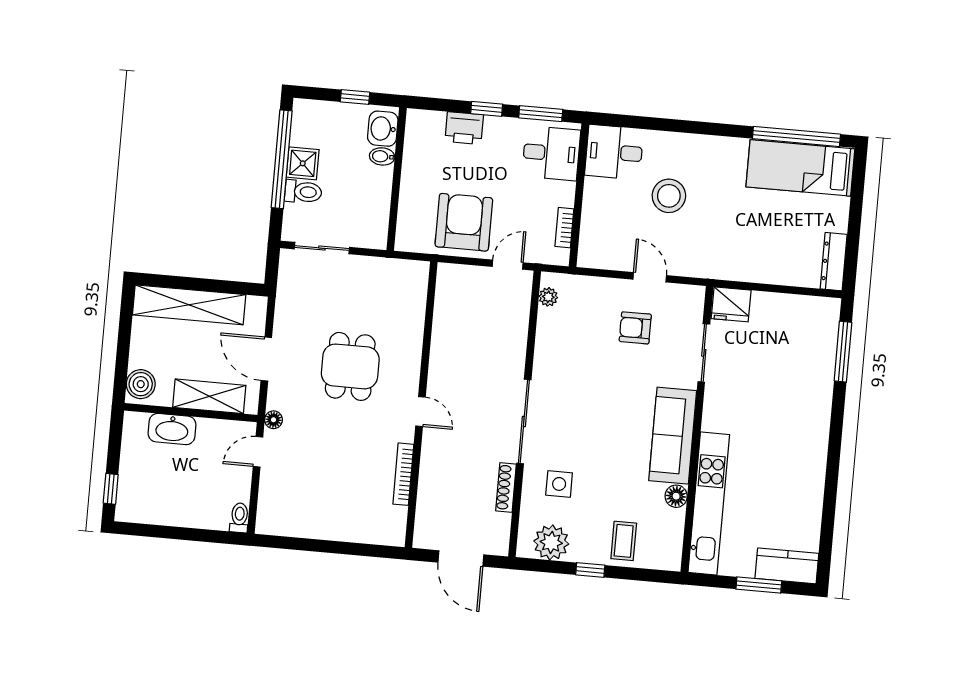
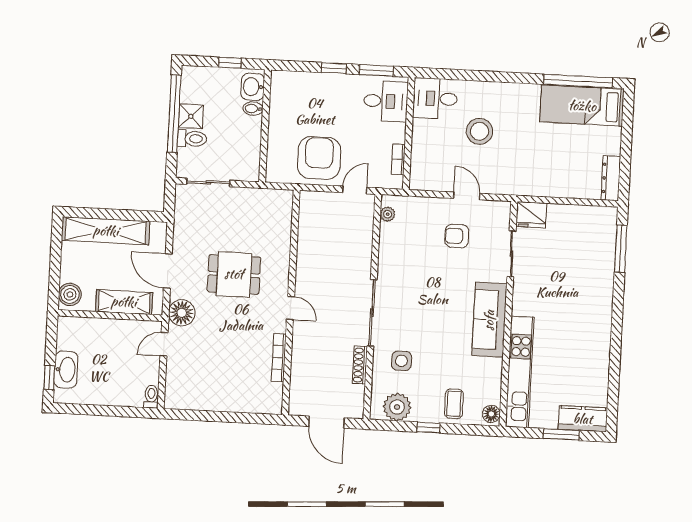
printer: (464, 128) -> (317, 84), removed
dining table: (350, 366) -> (234, 274), turned 90
floor lamp: (273, 420) -> (182, 313), width x1.89, depth x1.89
washbasin: (172, 429) -> (66, 370), moved, turned -90
floor lamp: (676, 496) -> (491, 414), moved

